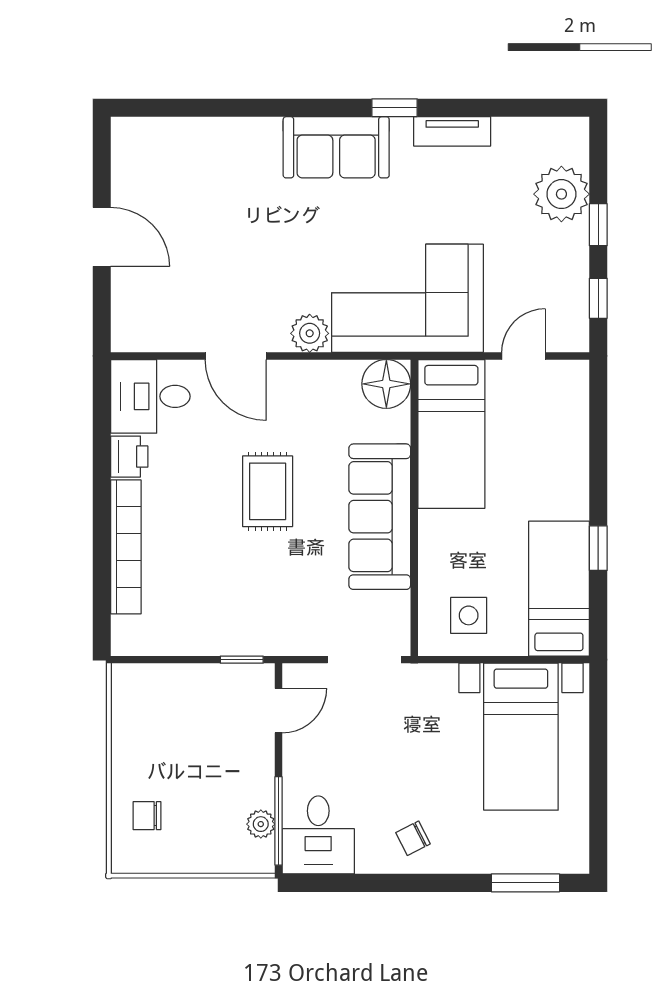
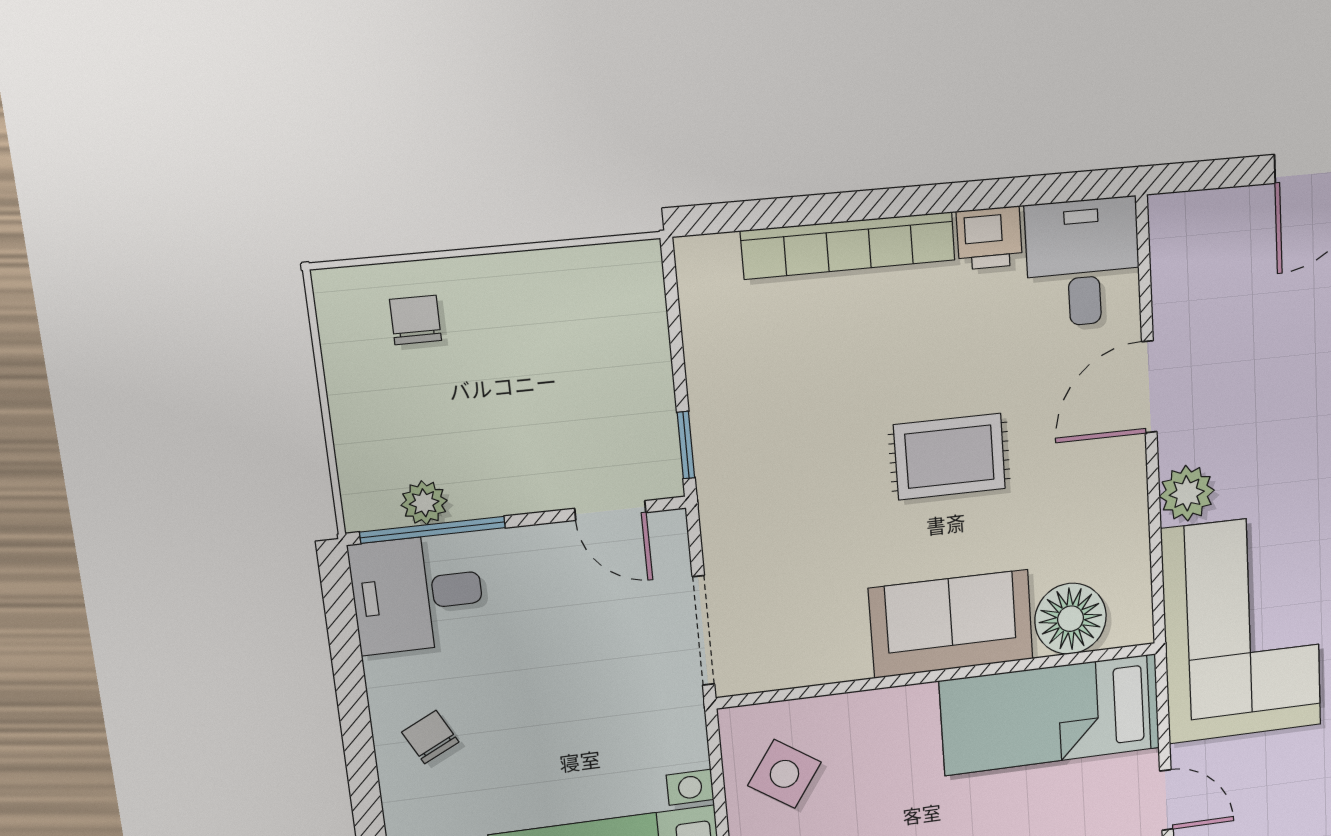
floor lamp: (386, 384) -> (1071, 619), moved
sofa: (380, 517) -> (951, 624), width x0.73
side table: (469, 615) -> (784, 774), turned 34

